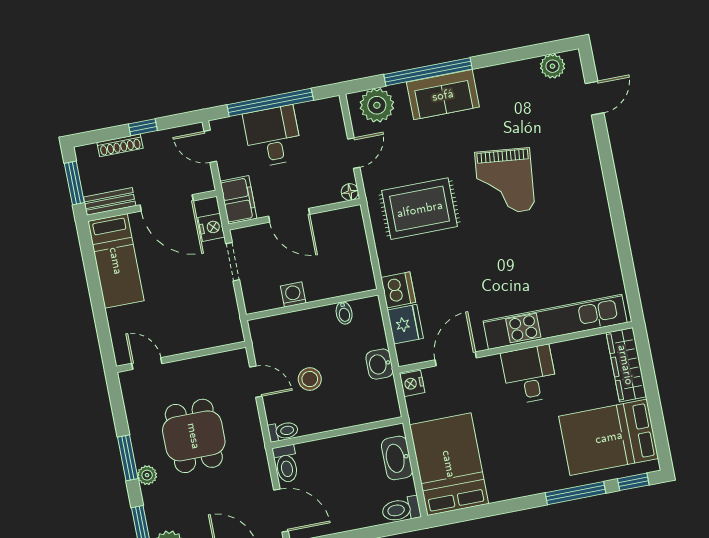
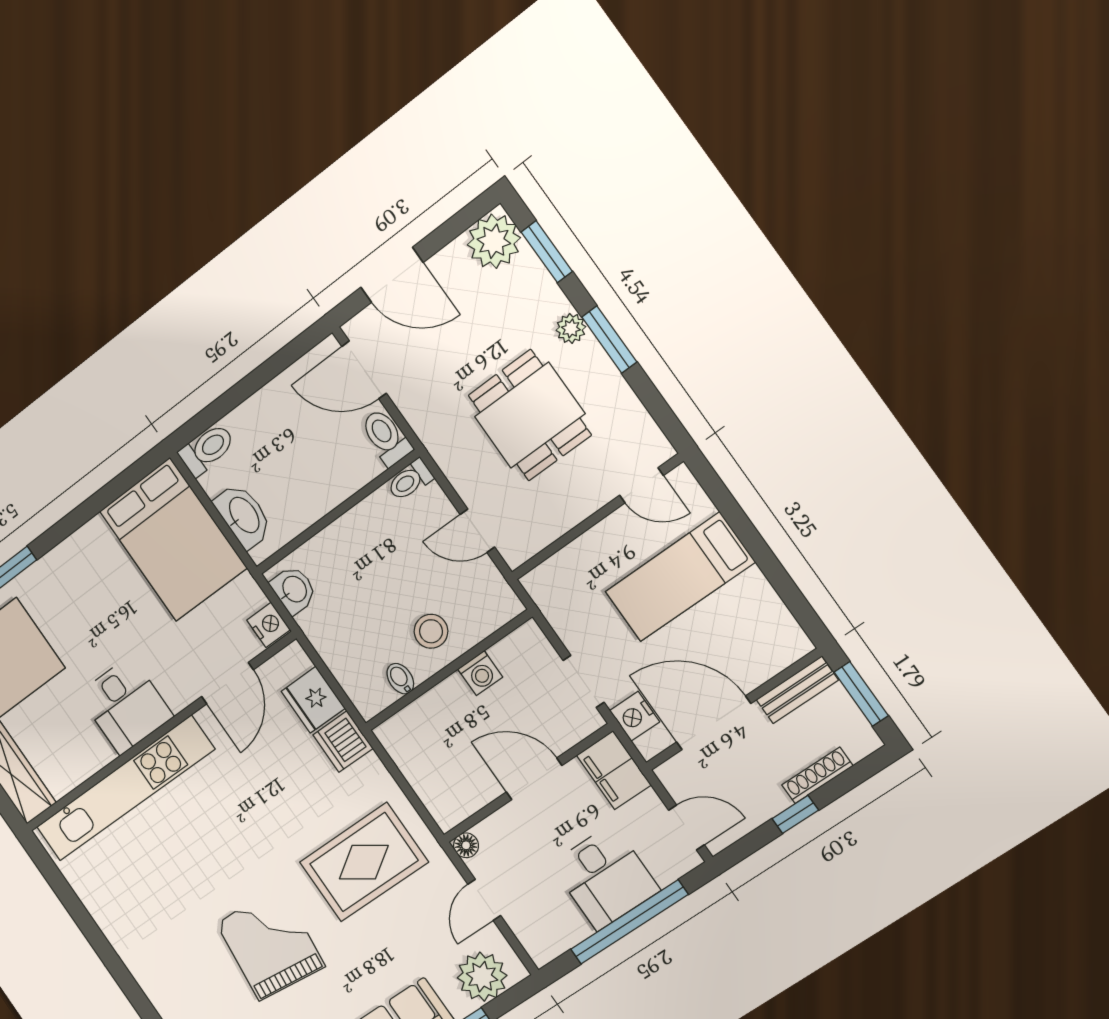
bed: (116, 261) -> (680, 577), moved, turned -90
washbasin: (379, 364) -> (294, 590), moved
stool: (310, 379) -> (431, 631), moved

